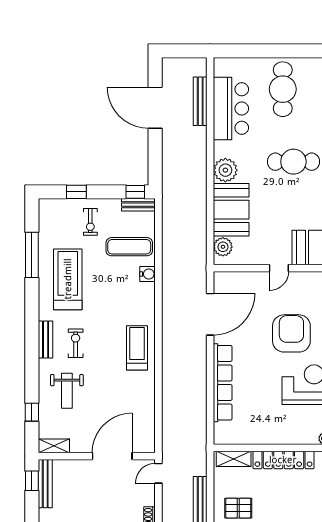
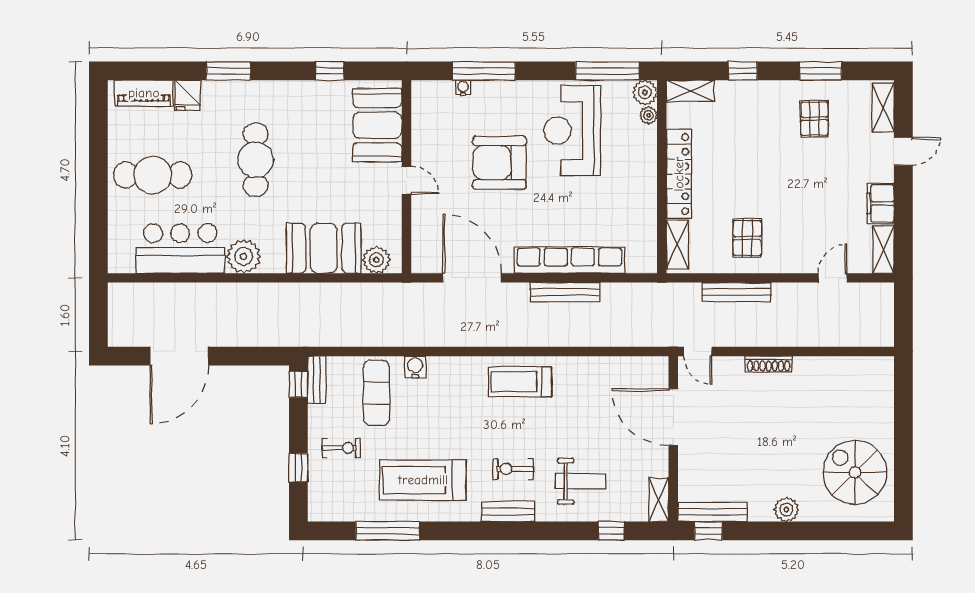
bench: (200, 101) -> (565, 292), moved
plant: (225, 170) -> (244, 256), moved

